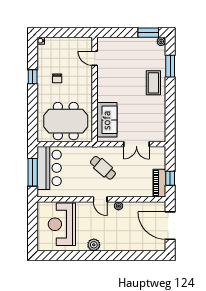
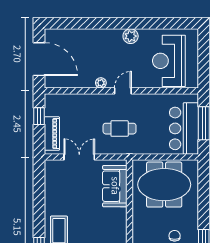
cafe table: (103, 168) -> (120, 129), turned -41
piano: (159, 183) -> (52, 134), moved
door: (100, 199) -> (123, 91), hinge flipped
reception desk: (62, 224) -> (169, 61), turned 180

